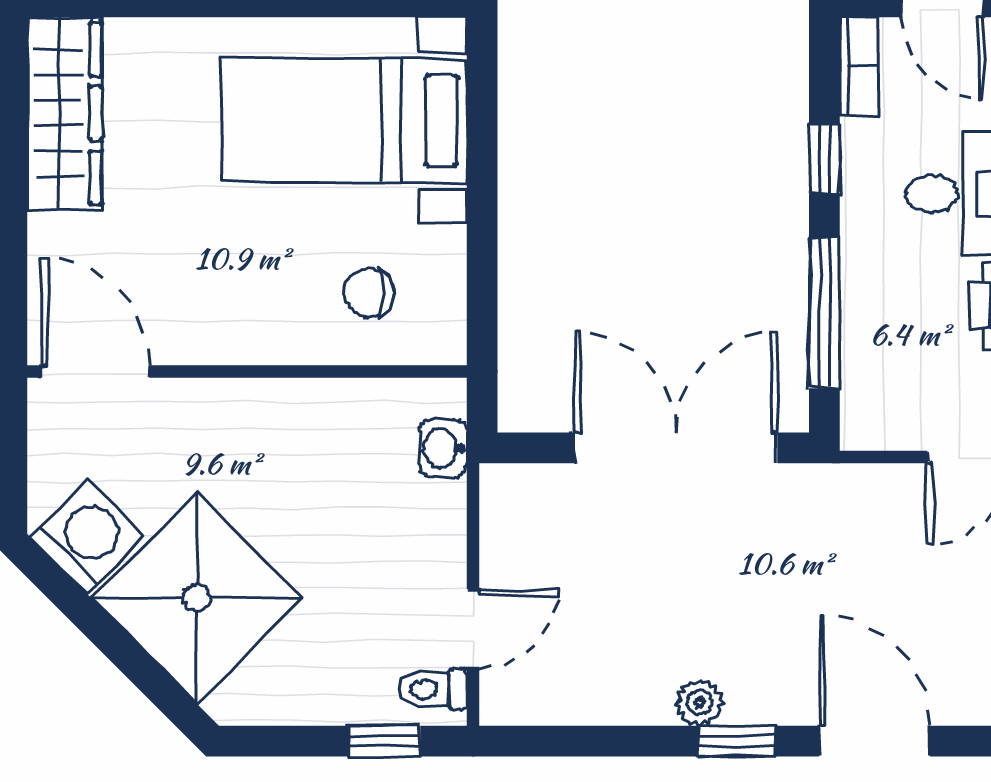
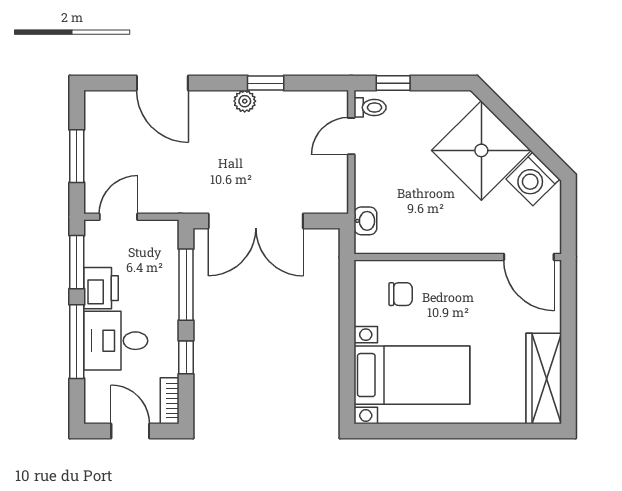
window: (736, 741) -> (266, 83), moved

